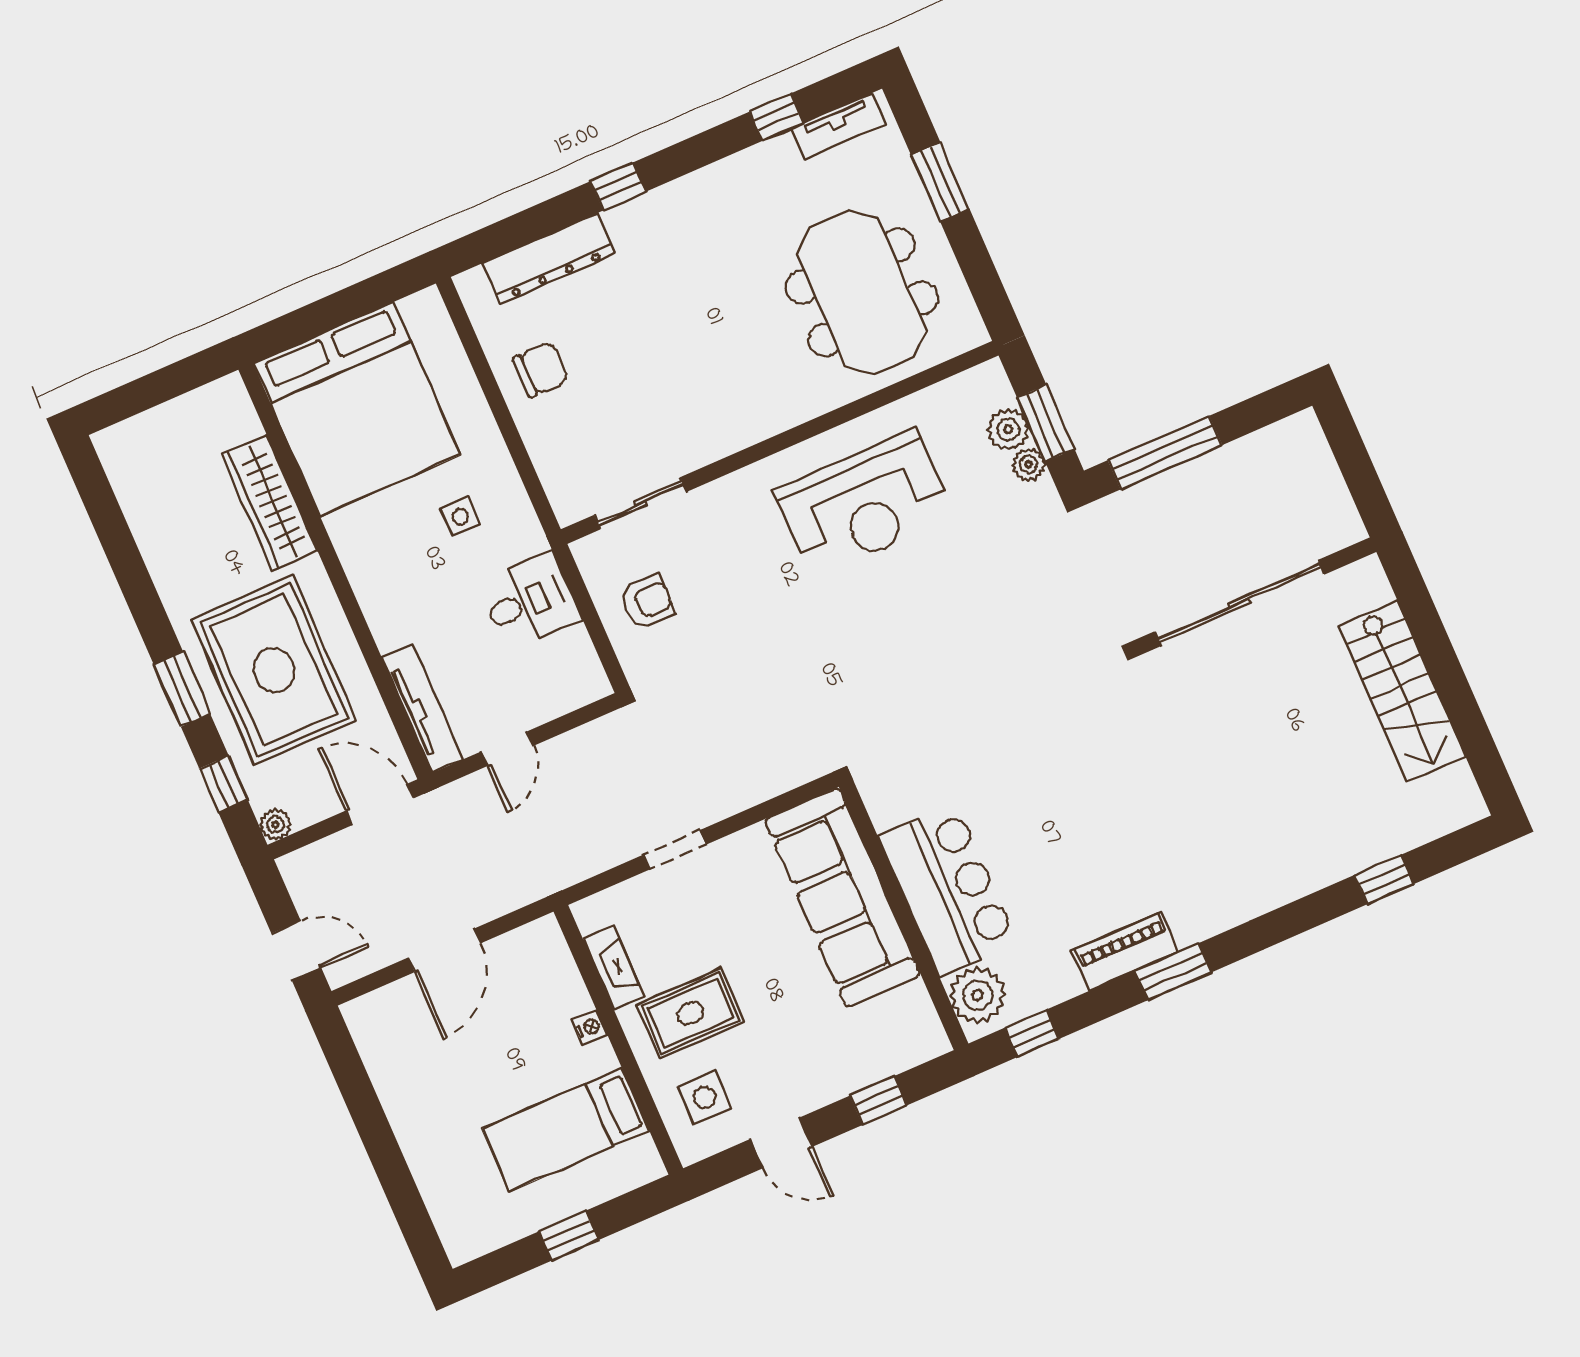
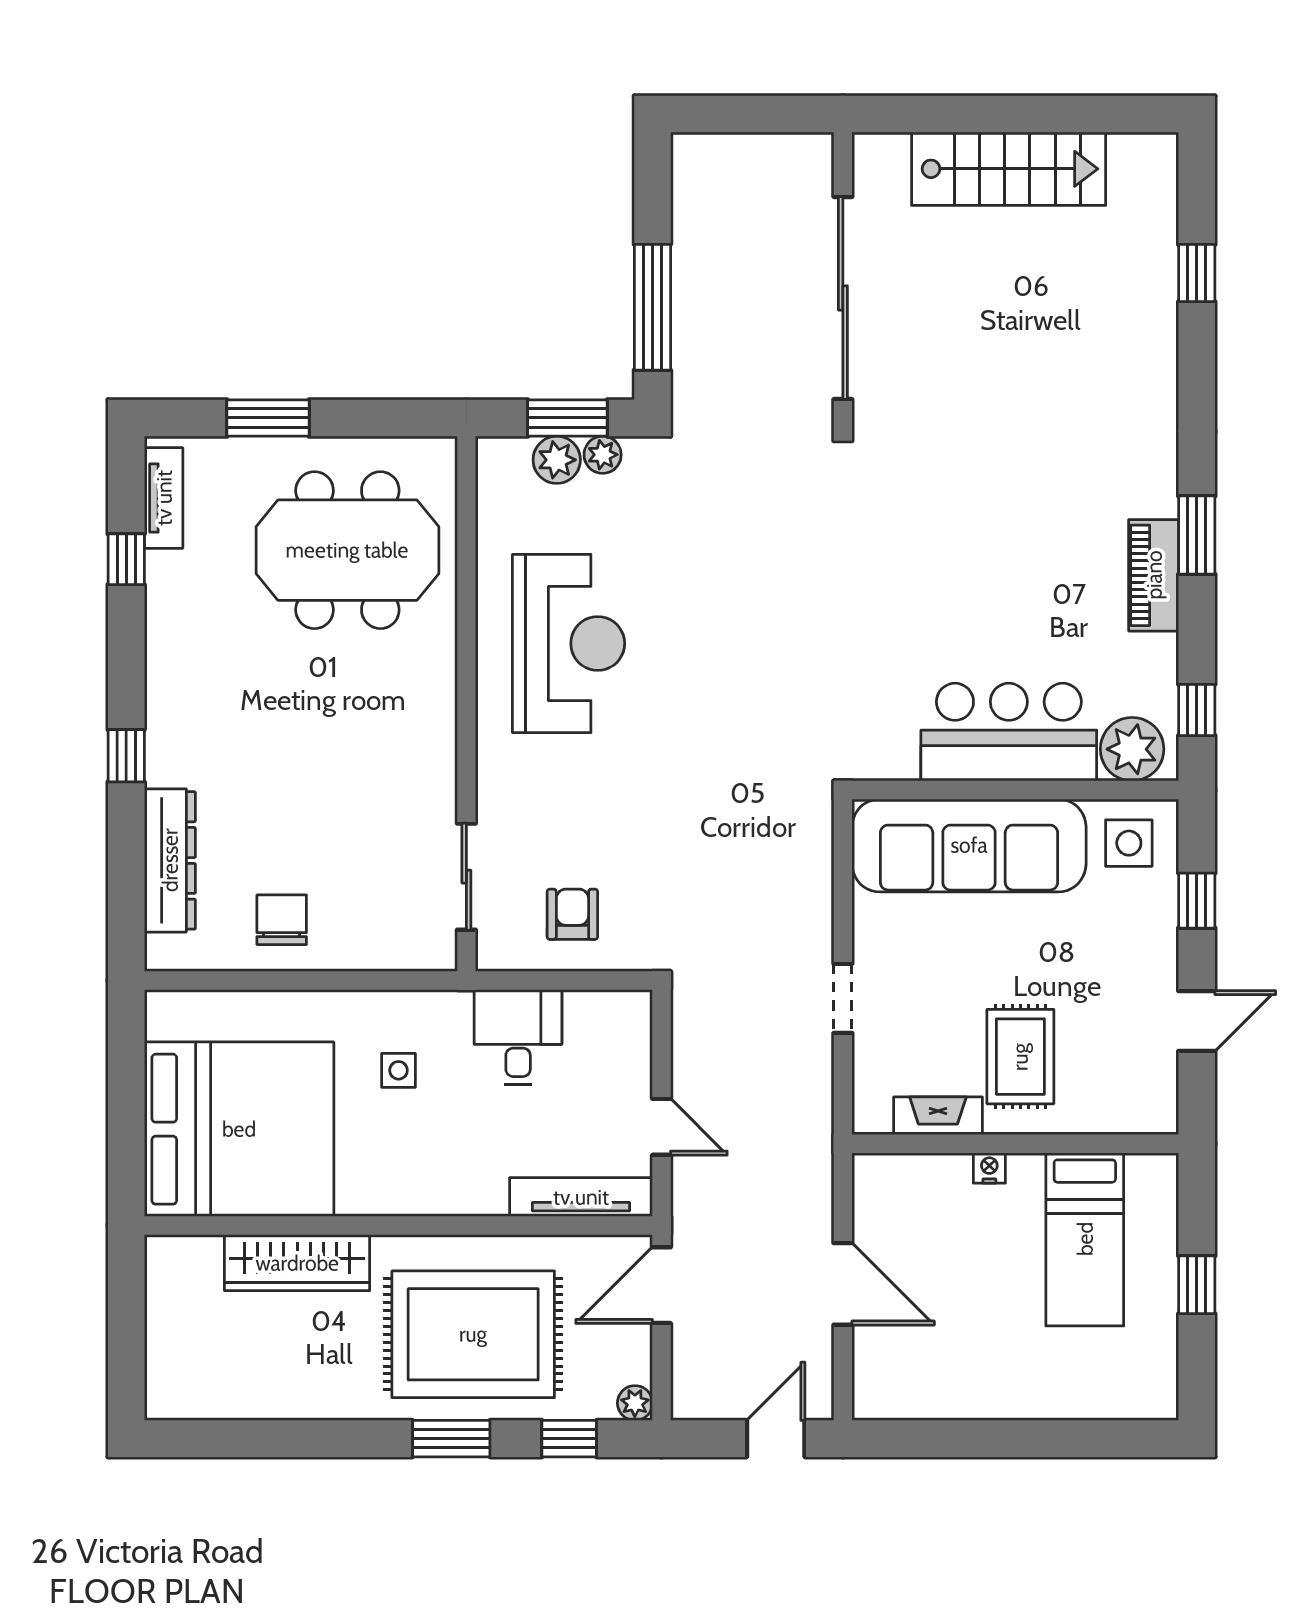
side table: (705, 1097) -> (1129, 843), moved

